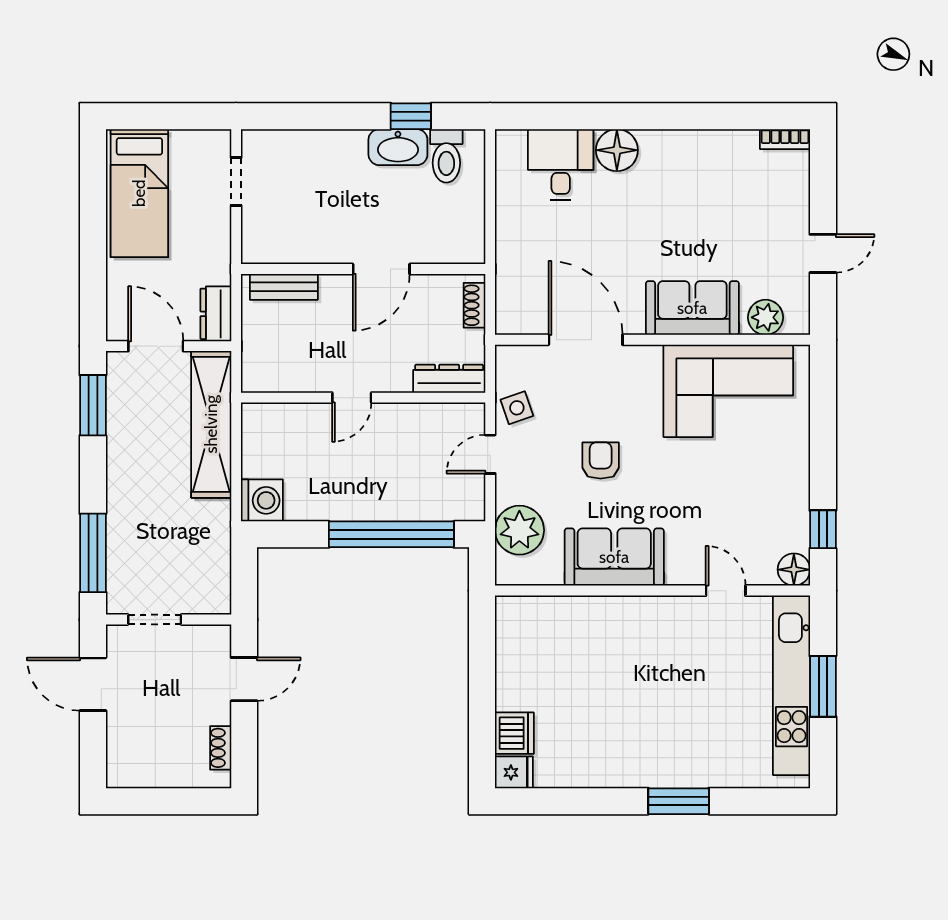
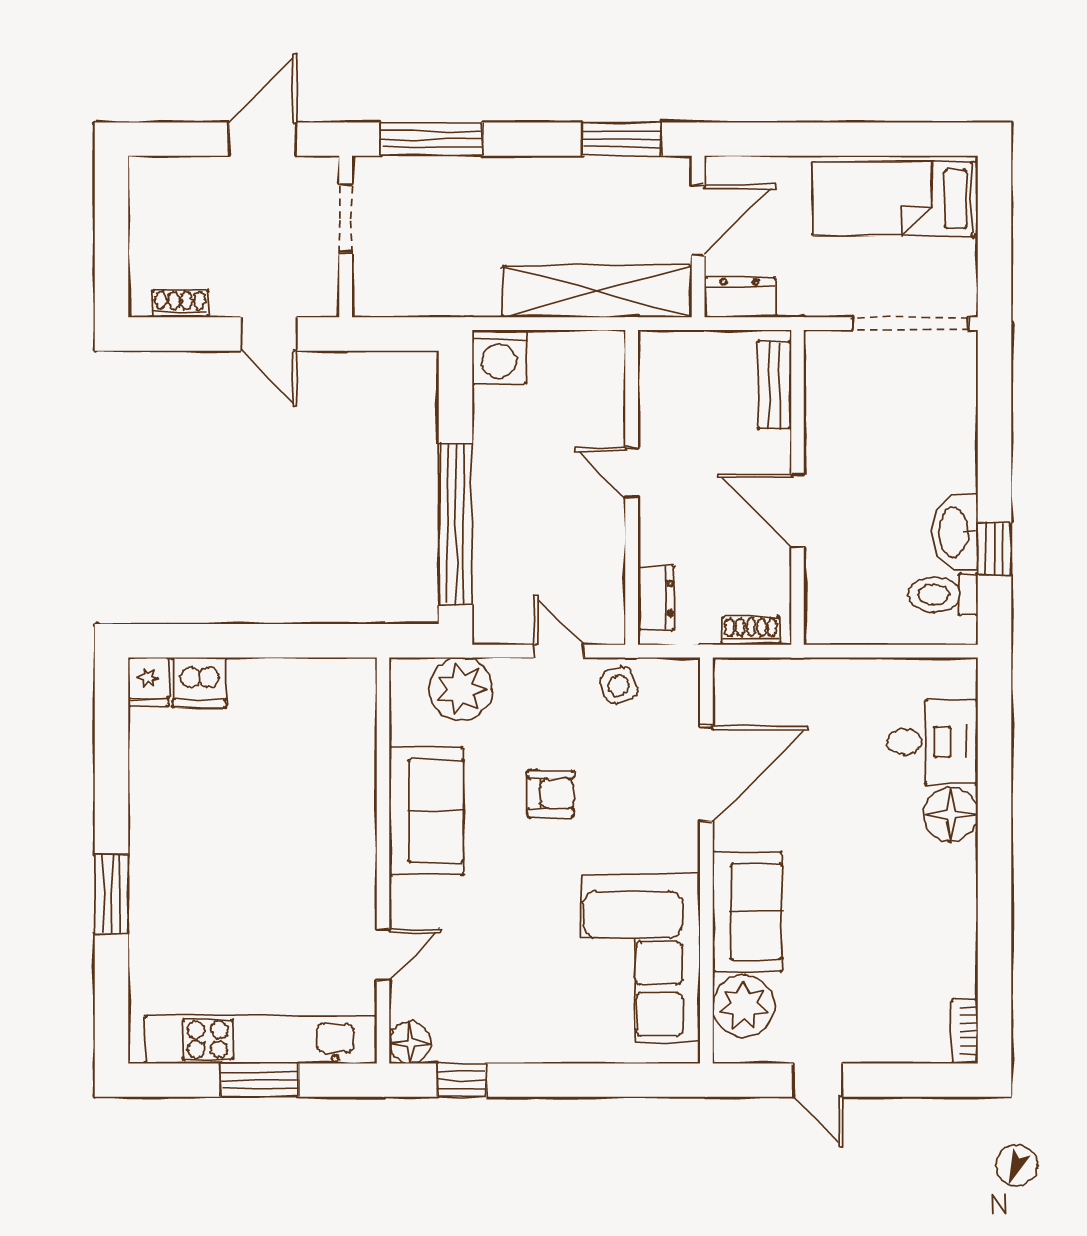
doorway: (236, 182) -> (910, 324), width x1.88
plant: (766, 317) -> (743, 1006), width x1.36, depth x1.36
dresser: (449, 379) -> (656, 598), width x0.70

